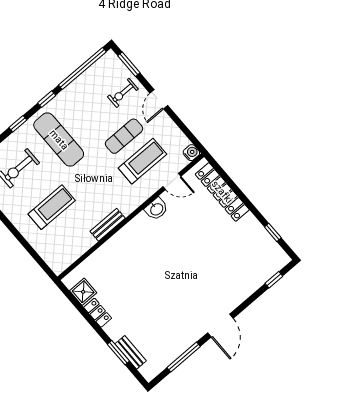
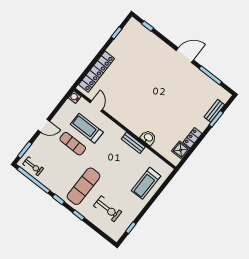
exercise bike: (123, 93) -> (33, 166), moved
treadmill: (52, 207) -> (146, 183), moved, turned -90
washbasin: (156, 209) -> (148, 138), moved

